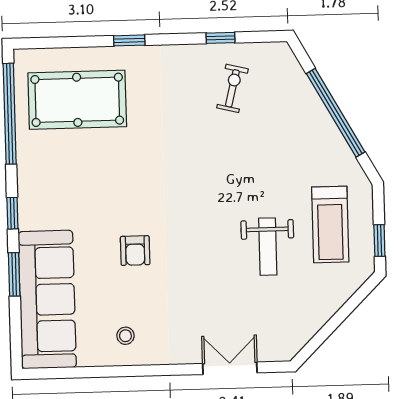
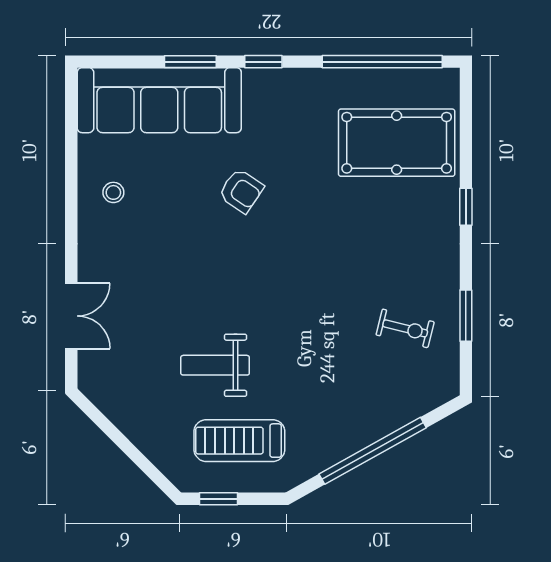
window: (220, 38) -> (466, 316), width x1.50
pool table: (77, 100) -> (397, 143), turned 90
armchair: (135, 251) -> (241, 191), moved, turned -146

